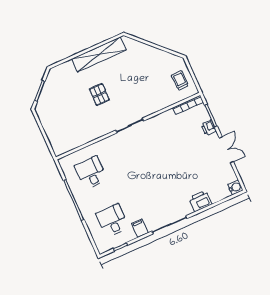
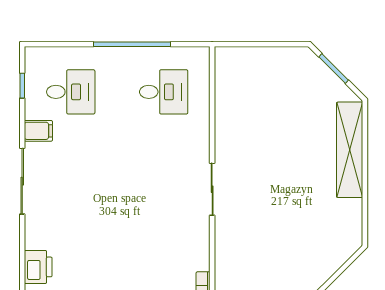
shelving: (99, 54) -> (350, 150), moved
pallet: (99, 94) -> (285, 163), removed
printer: (200, 201) -> (38, 267), moved

